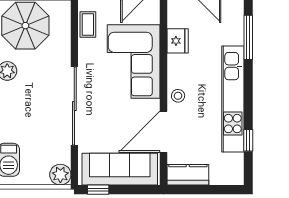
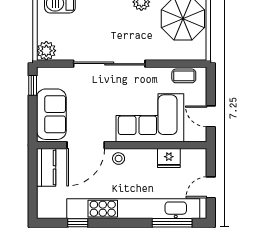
kitchen unit: (233, 99) -> (133, 209), width x1.36
door: (164, 132) -> (86, 145), swing flipped
sofa: (120, 169) -> (51, 114), width x0.73

